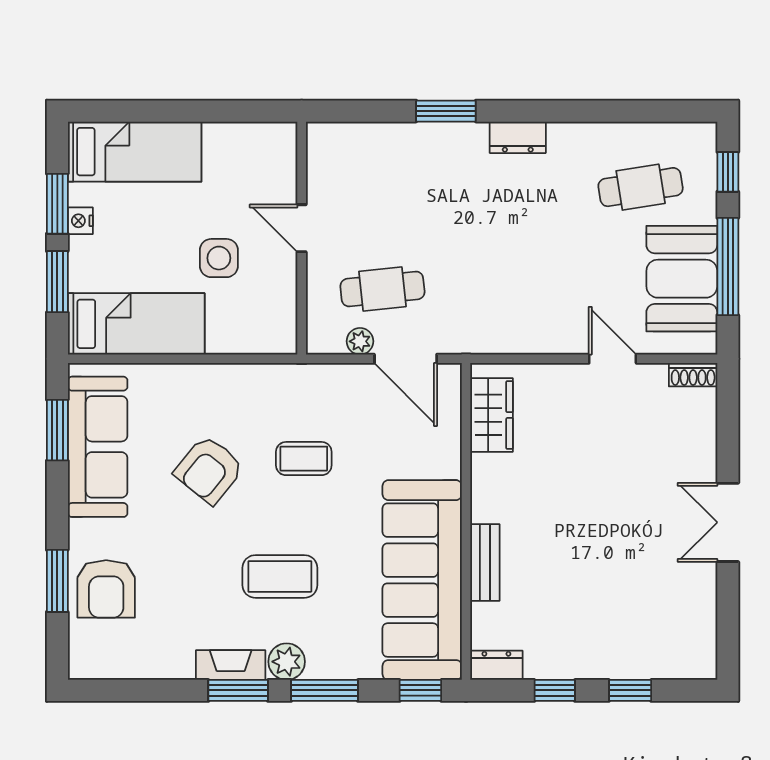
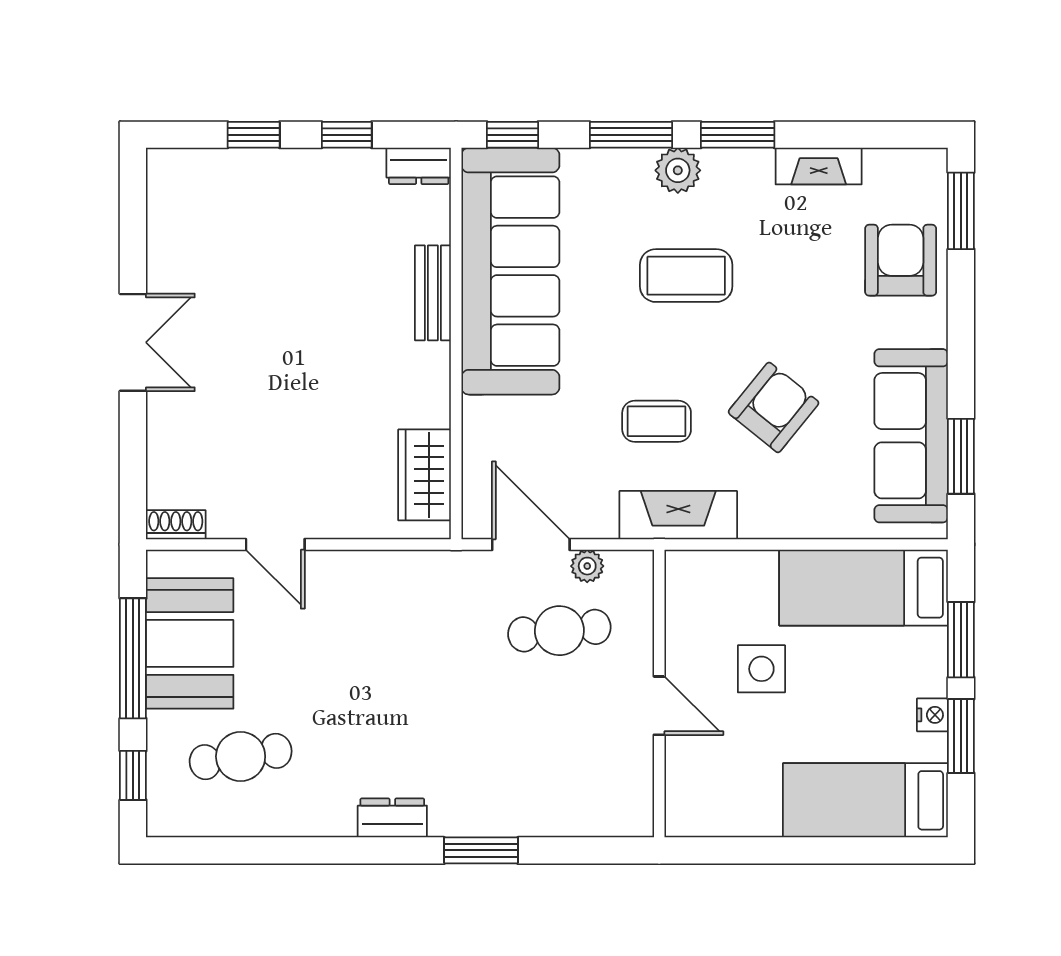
fireplace: (286, 383) -> (678, 515), added
window: (57, 581) -> (961, 211), moved
fireplace: (231, 665) -> (819, 166), moved

